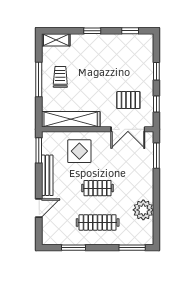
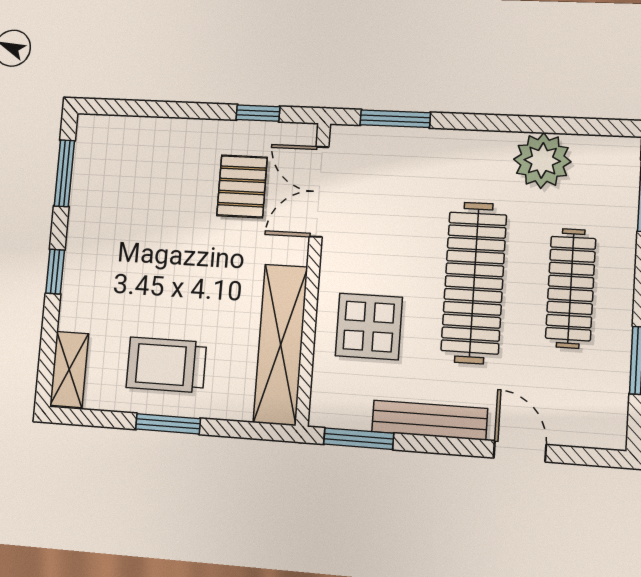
window: (130, 31) -> (64, 173), width x1.50
window: (156, 71) -> (174, 110), removed
trolley: (60, 77) -> (166, 365), width x1.36, depth x1.39
window: (39, 79) -> (168, 424), width x0.69
double door: (128, 129) -> (319, 192), swing flipped
clothes rail: (98, 188) -> (474, 283), width x1.86, depth x1.31

